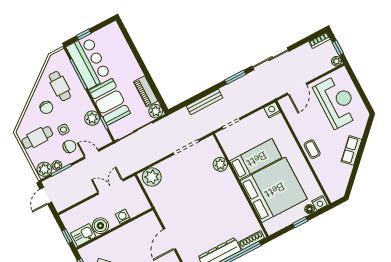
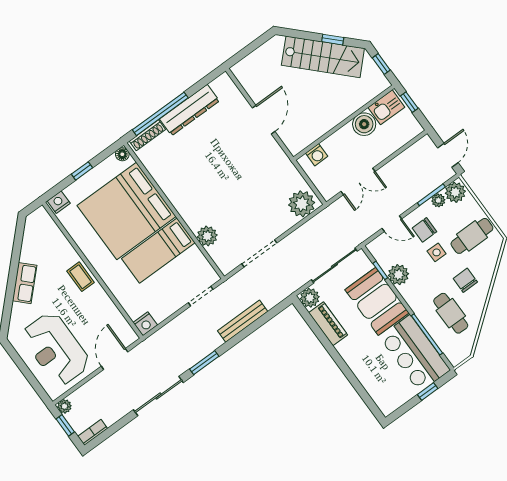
floor lamp: (310, 209) -> (122, 154), moved
washing machine: (123, 217) -> (317, 155), moved

